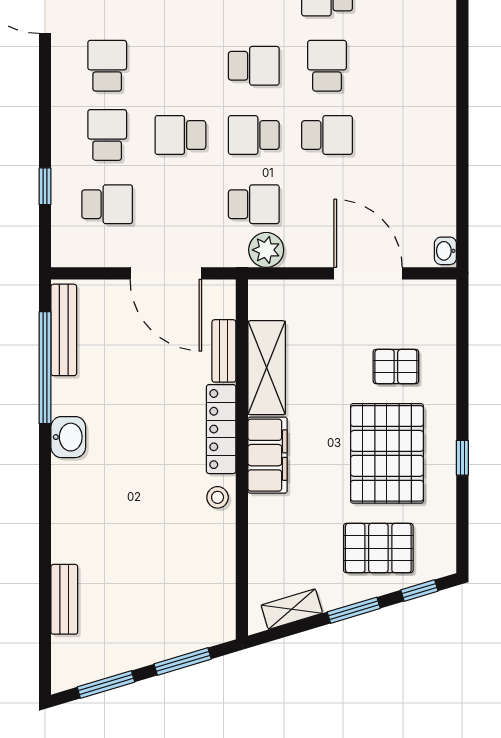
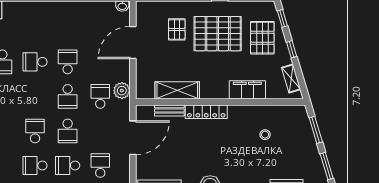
school desk: (254, 66) -> (35, 131), moved
filing cabinet: (267, 455) -> (247, 90), moved
stool: (218, 497) -> (265, 135), moved
window: (354, 610) -> (292, 49), width x0.67

